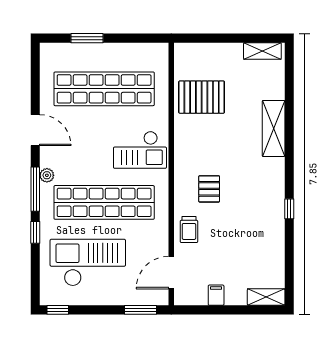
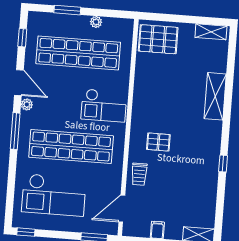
plant: (123, 50) -> (96, 22), added
pallet: (202, 97) -> (158, 39), moved
plant: (47, 175) -> (27, 104), moved
pallet: (209, 189) -> (158, 142), turned 90
window: (35, 232) -> (22, 38), moved
checkout: (88, 263) -> (54, 195), turned 180

